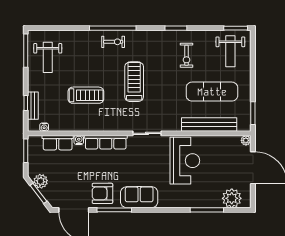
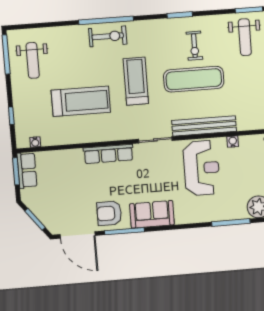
exercise bike: (113, 42) -> (108, 36), width x1.38, depth x1.39
exercise mat: (212, 92) -> (194, 79), moved
treadmill: (86, 95) -> (81, 101), width x1.37, depth x1.38
bench: (33, 106) -> (20, 118), removed
bench: (209, 125) -> (204, 126), moved
water cooler: (79, 140) -> (233, 142), moved
row of seats: (58, 143) -> (27, 170), moved, turned -90
plant: (41, 181) -> (36, 205), removed

